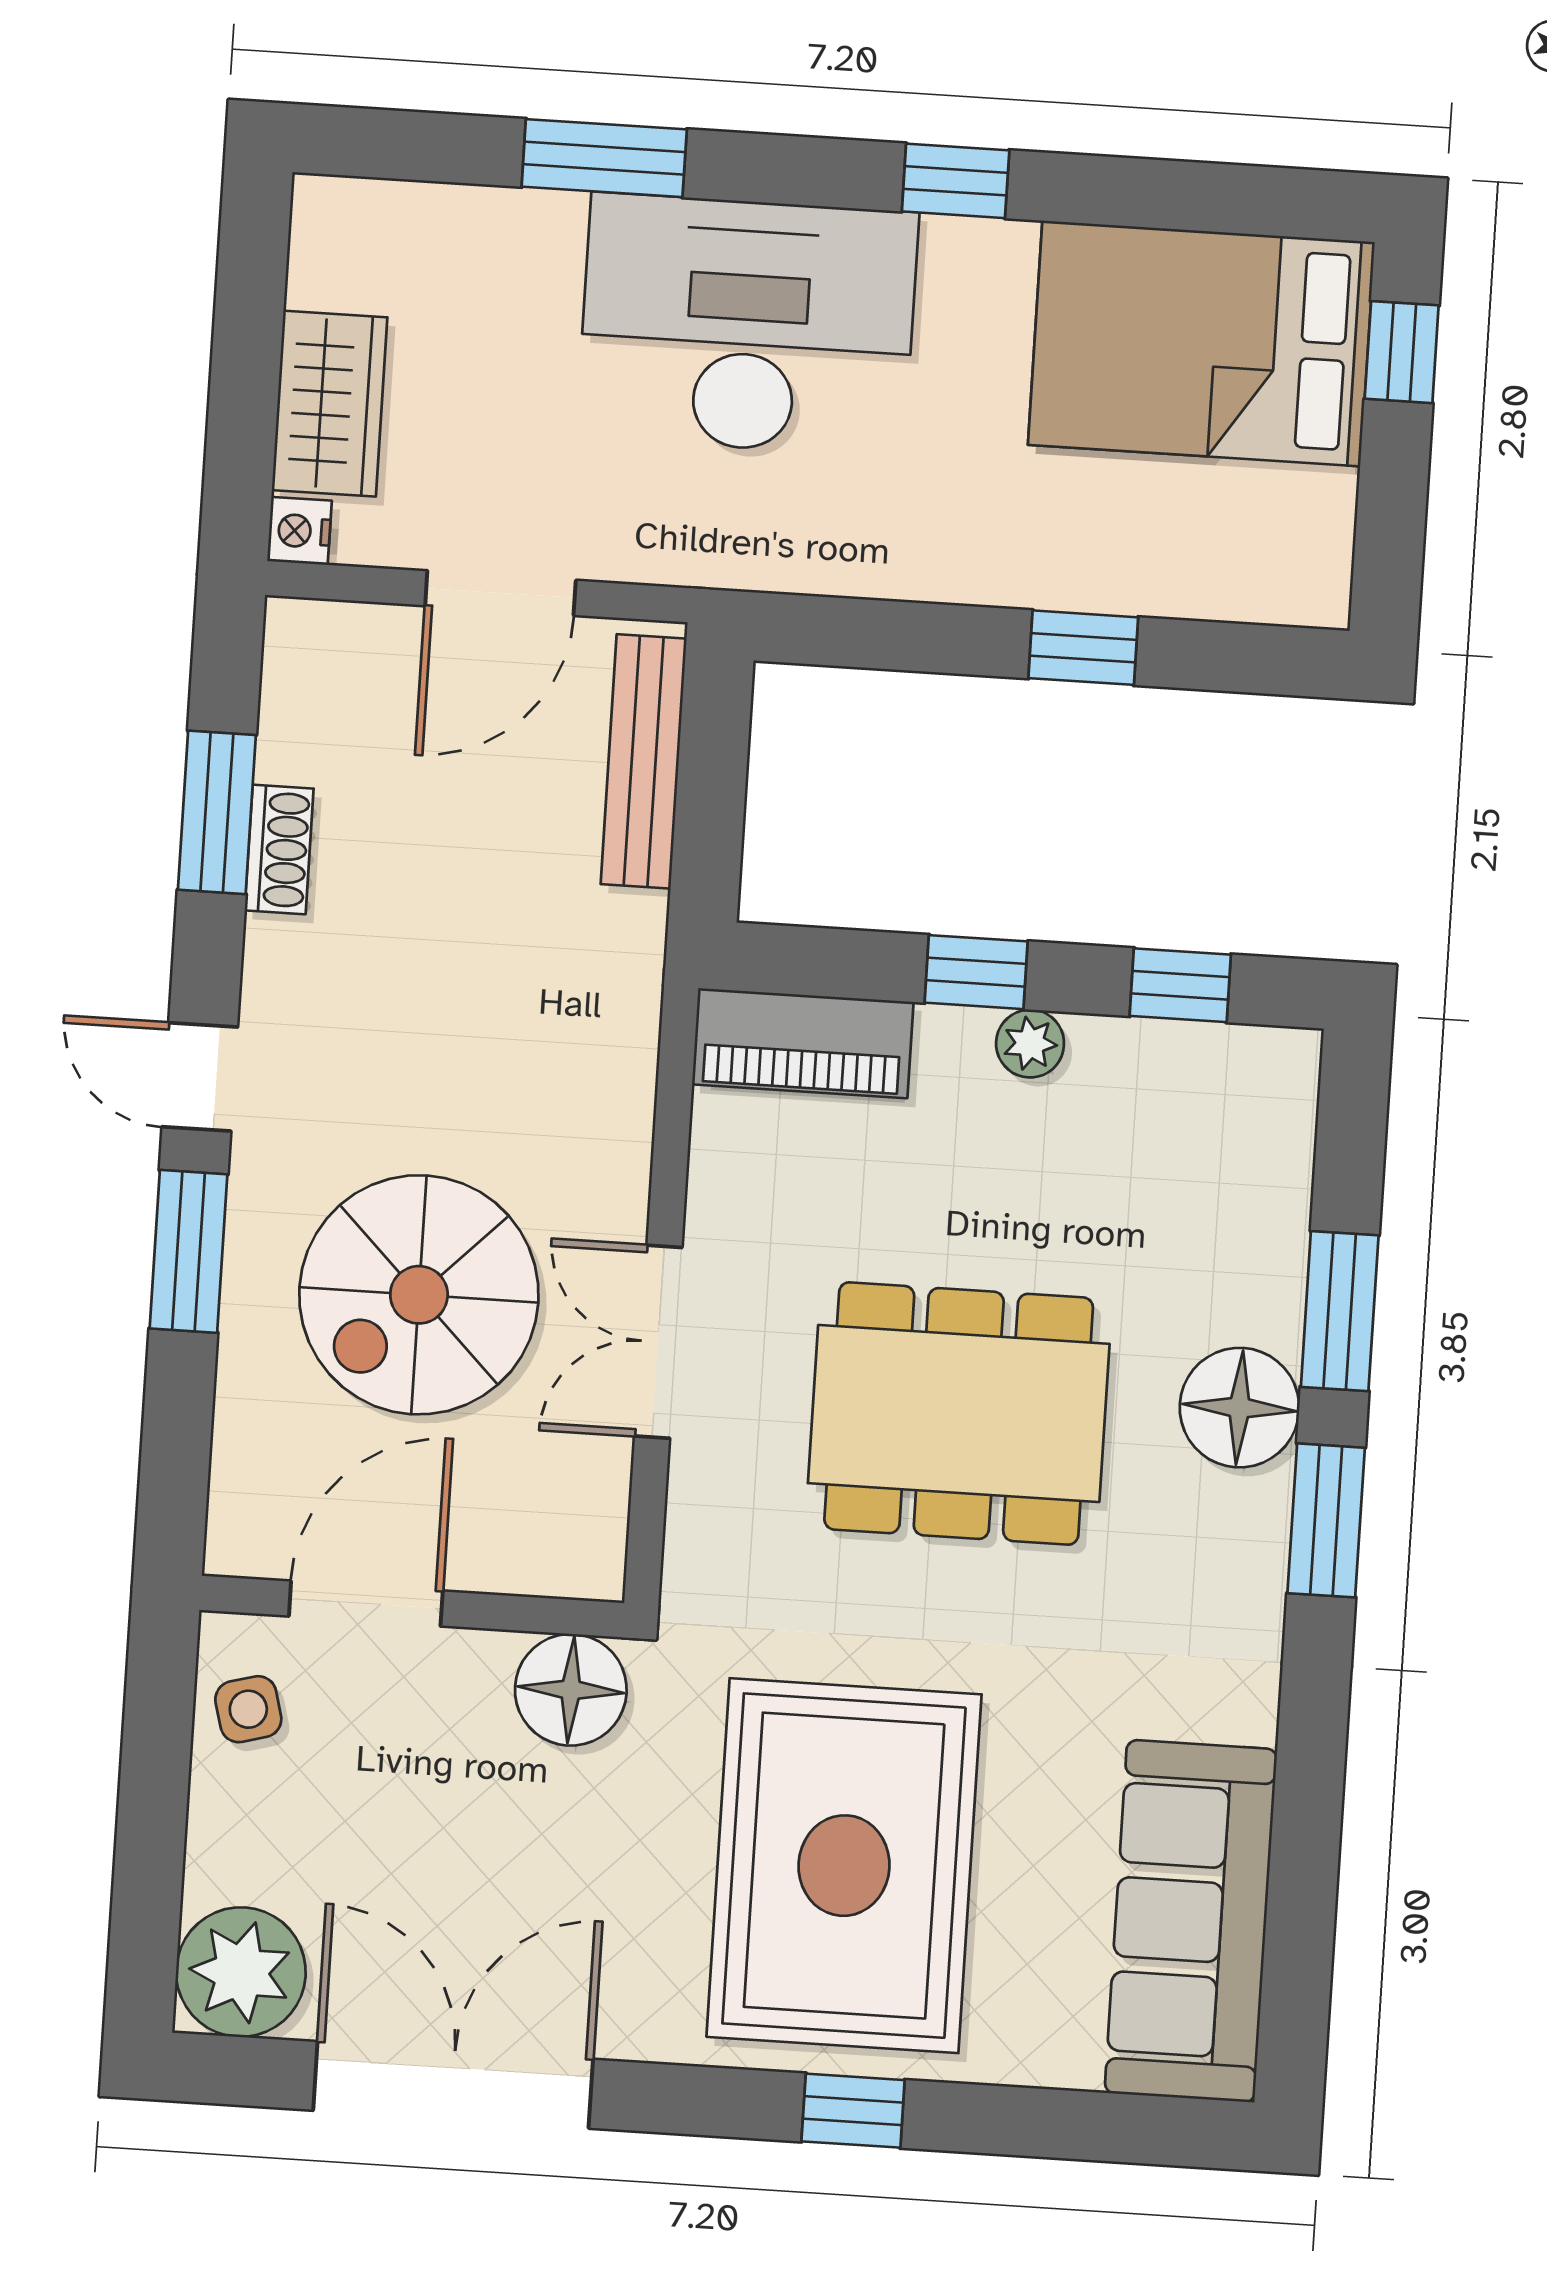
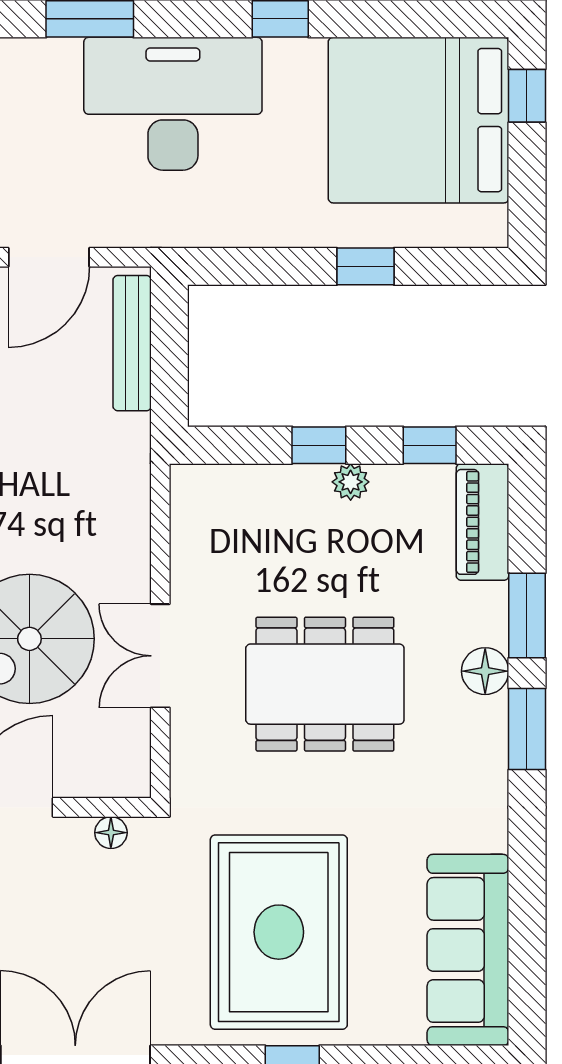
bed: (1201, 343) -> (419, 120), width x1.36
piano: (803, 1043) -> (483, 522), moved, turned 90
floor lamp: (1239, 1408) -> (485, 671), width x0.73, depth x0.73
floor lamp: (571, 1690) -> (111, 833), width x0.53, depth x0.53

